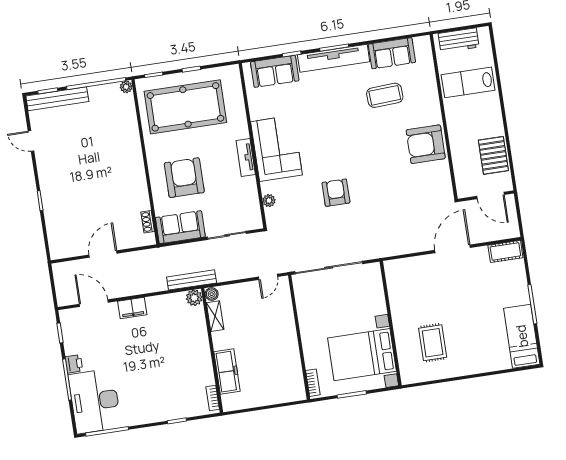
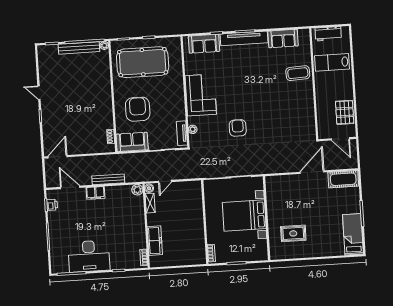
coffee table: (385, 95) -> (298, 73), moved
bench: (57, 99) -> (79, 48), moved
door: (31, 141) -> (39, 93), moved
armchair: (426, 144) -> (300, 101), removed
tv unit: (246, 157) -> (182, 133), moved
cot: (505, 251) -> (343, 179), width x1.37, depth x1.34
door: (103, 254) -> (58, 157), moved
door: (268, 277) -> (165, 181), moved
bench: (192, 280) -> (108, 179), moved
rug: (433, 343) -> (293, 233), turned 90
bed with nightstands: (362, 355) -> (244, 216), moved
printer: (74, 364) -> (52, 205), moved
desk: (95, 401) -> (89, 256), moved, turned -90

